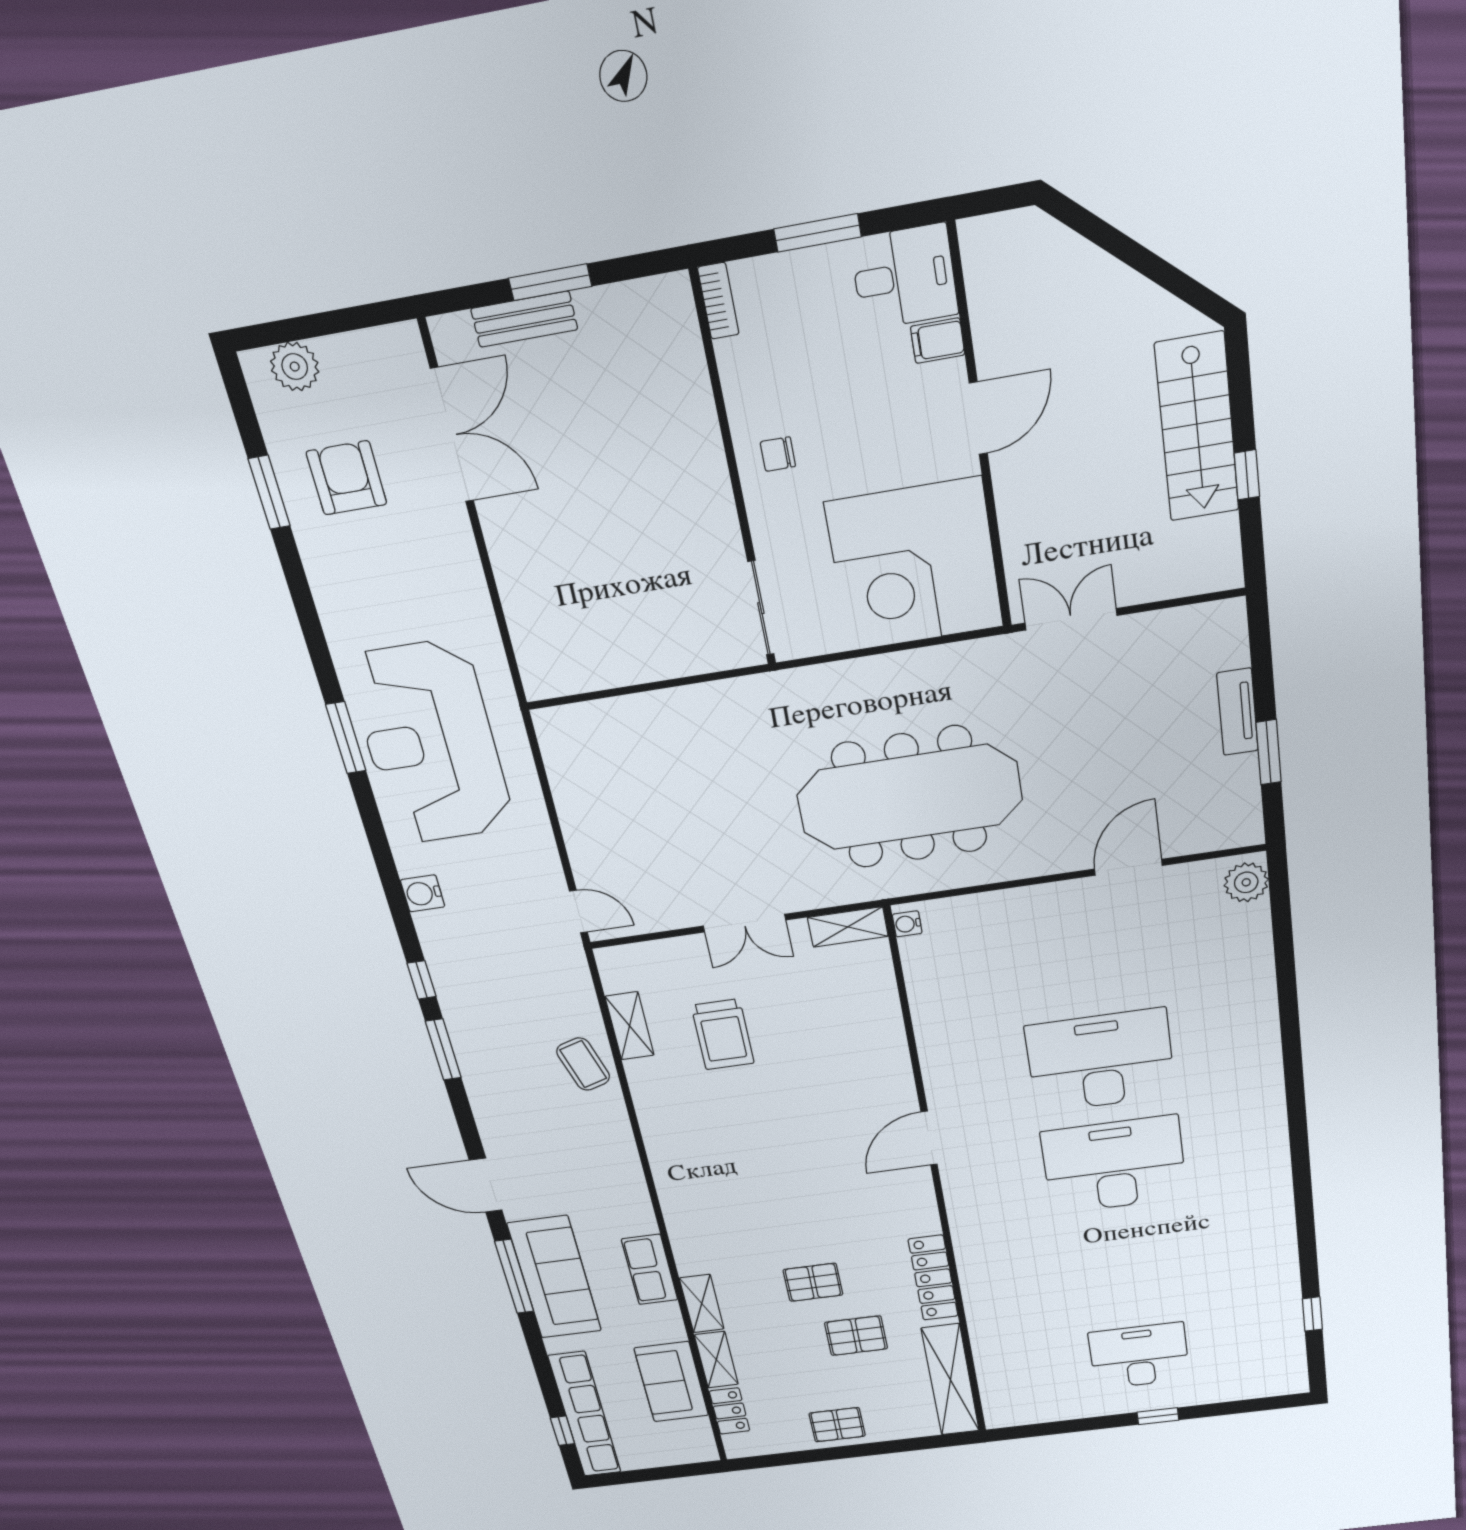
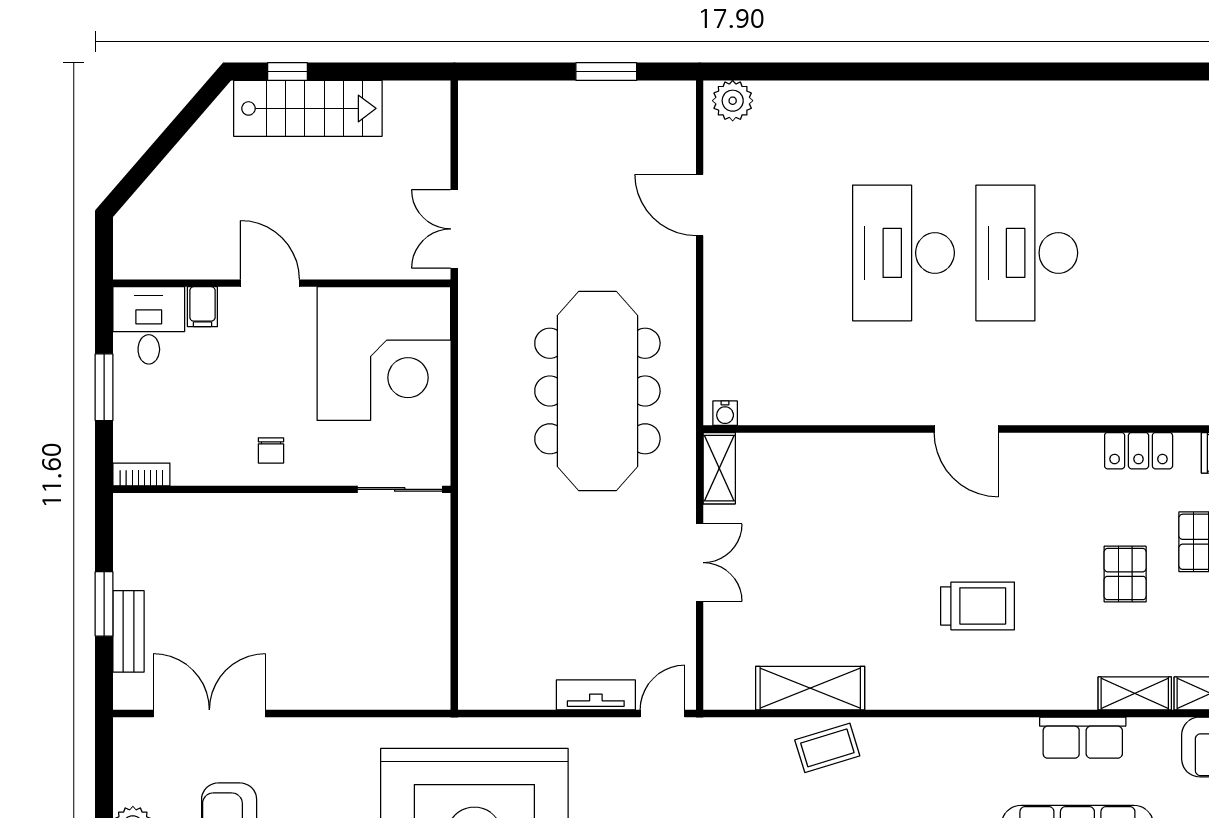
window: (1247, 475) -> (288, 72), moved
tv unit: (1237, 712) -> (596, 695), moved, turned 180
shelving: (630, 1026) -> (810, 688), width x1.50, depth x1.33
trolley: (723, 1034) -> (977, 606), moved
locker: (933, 1278) -> (1139, 451), width x0.66

